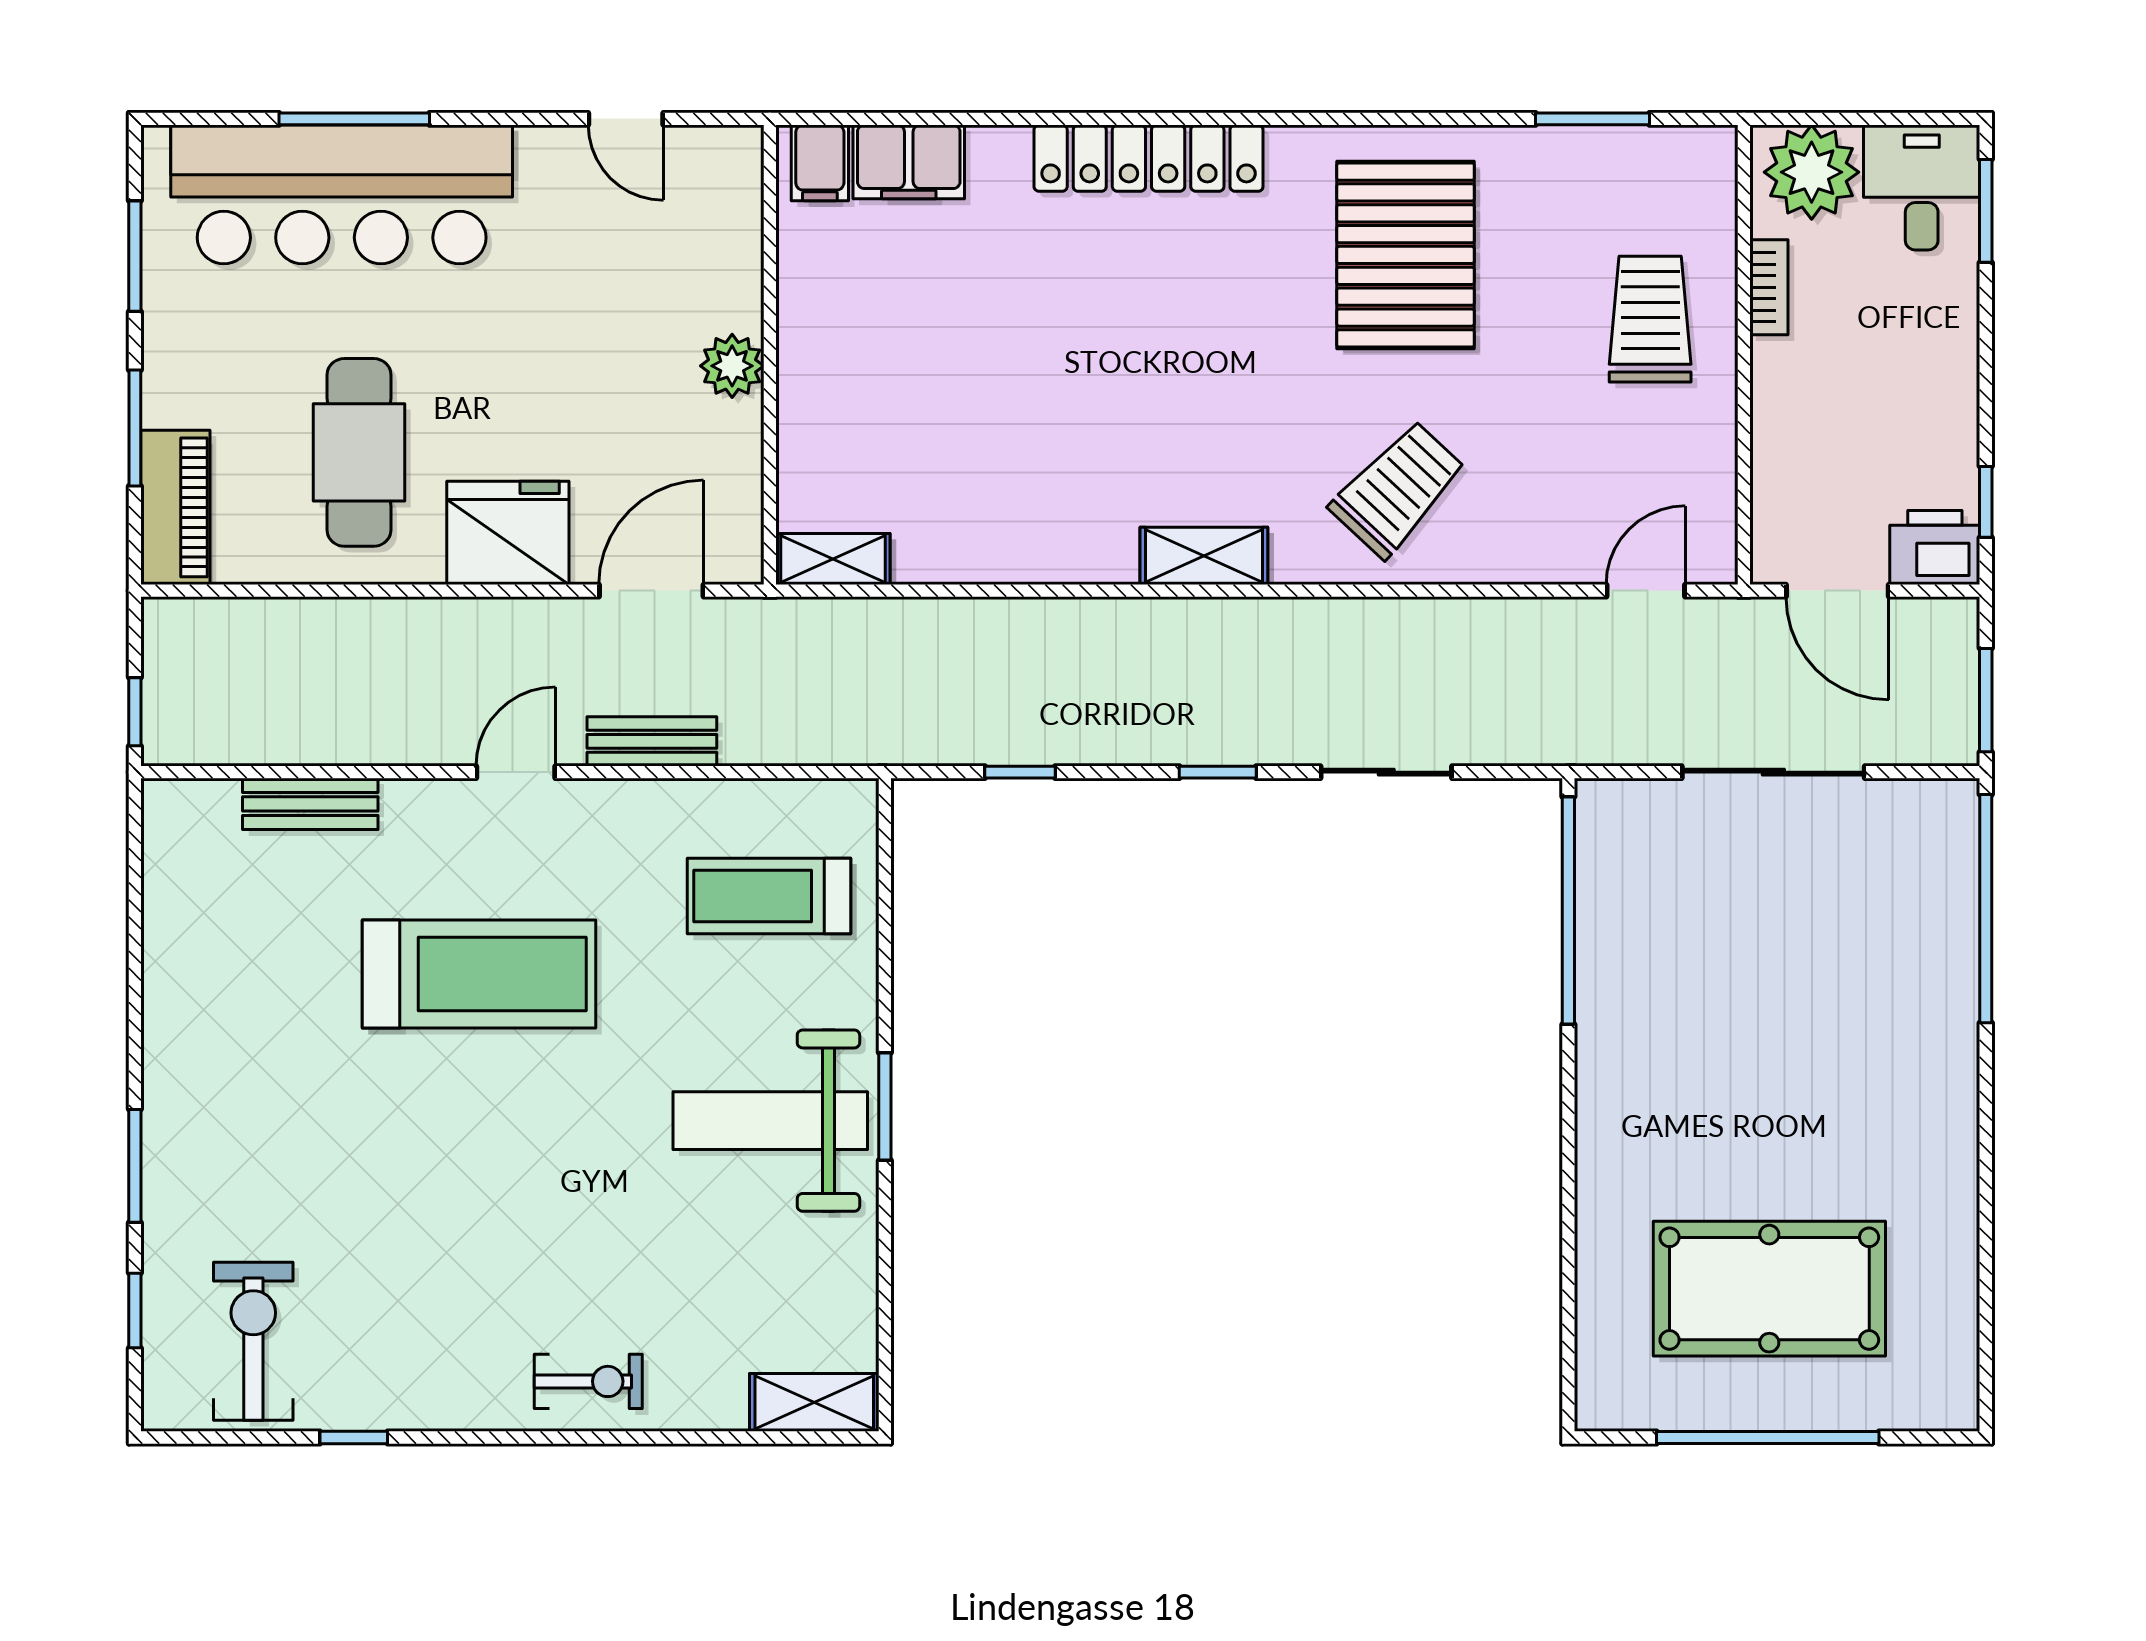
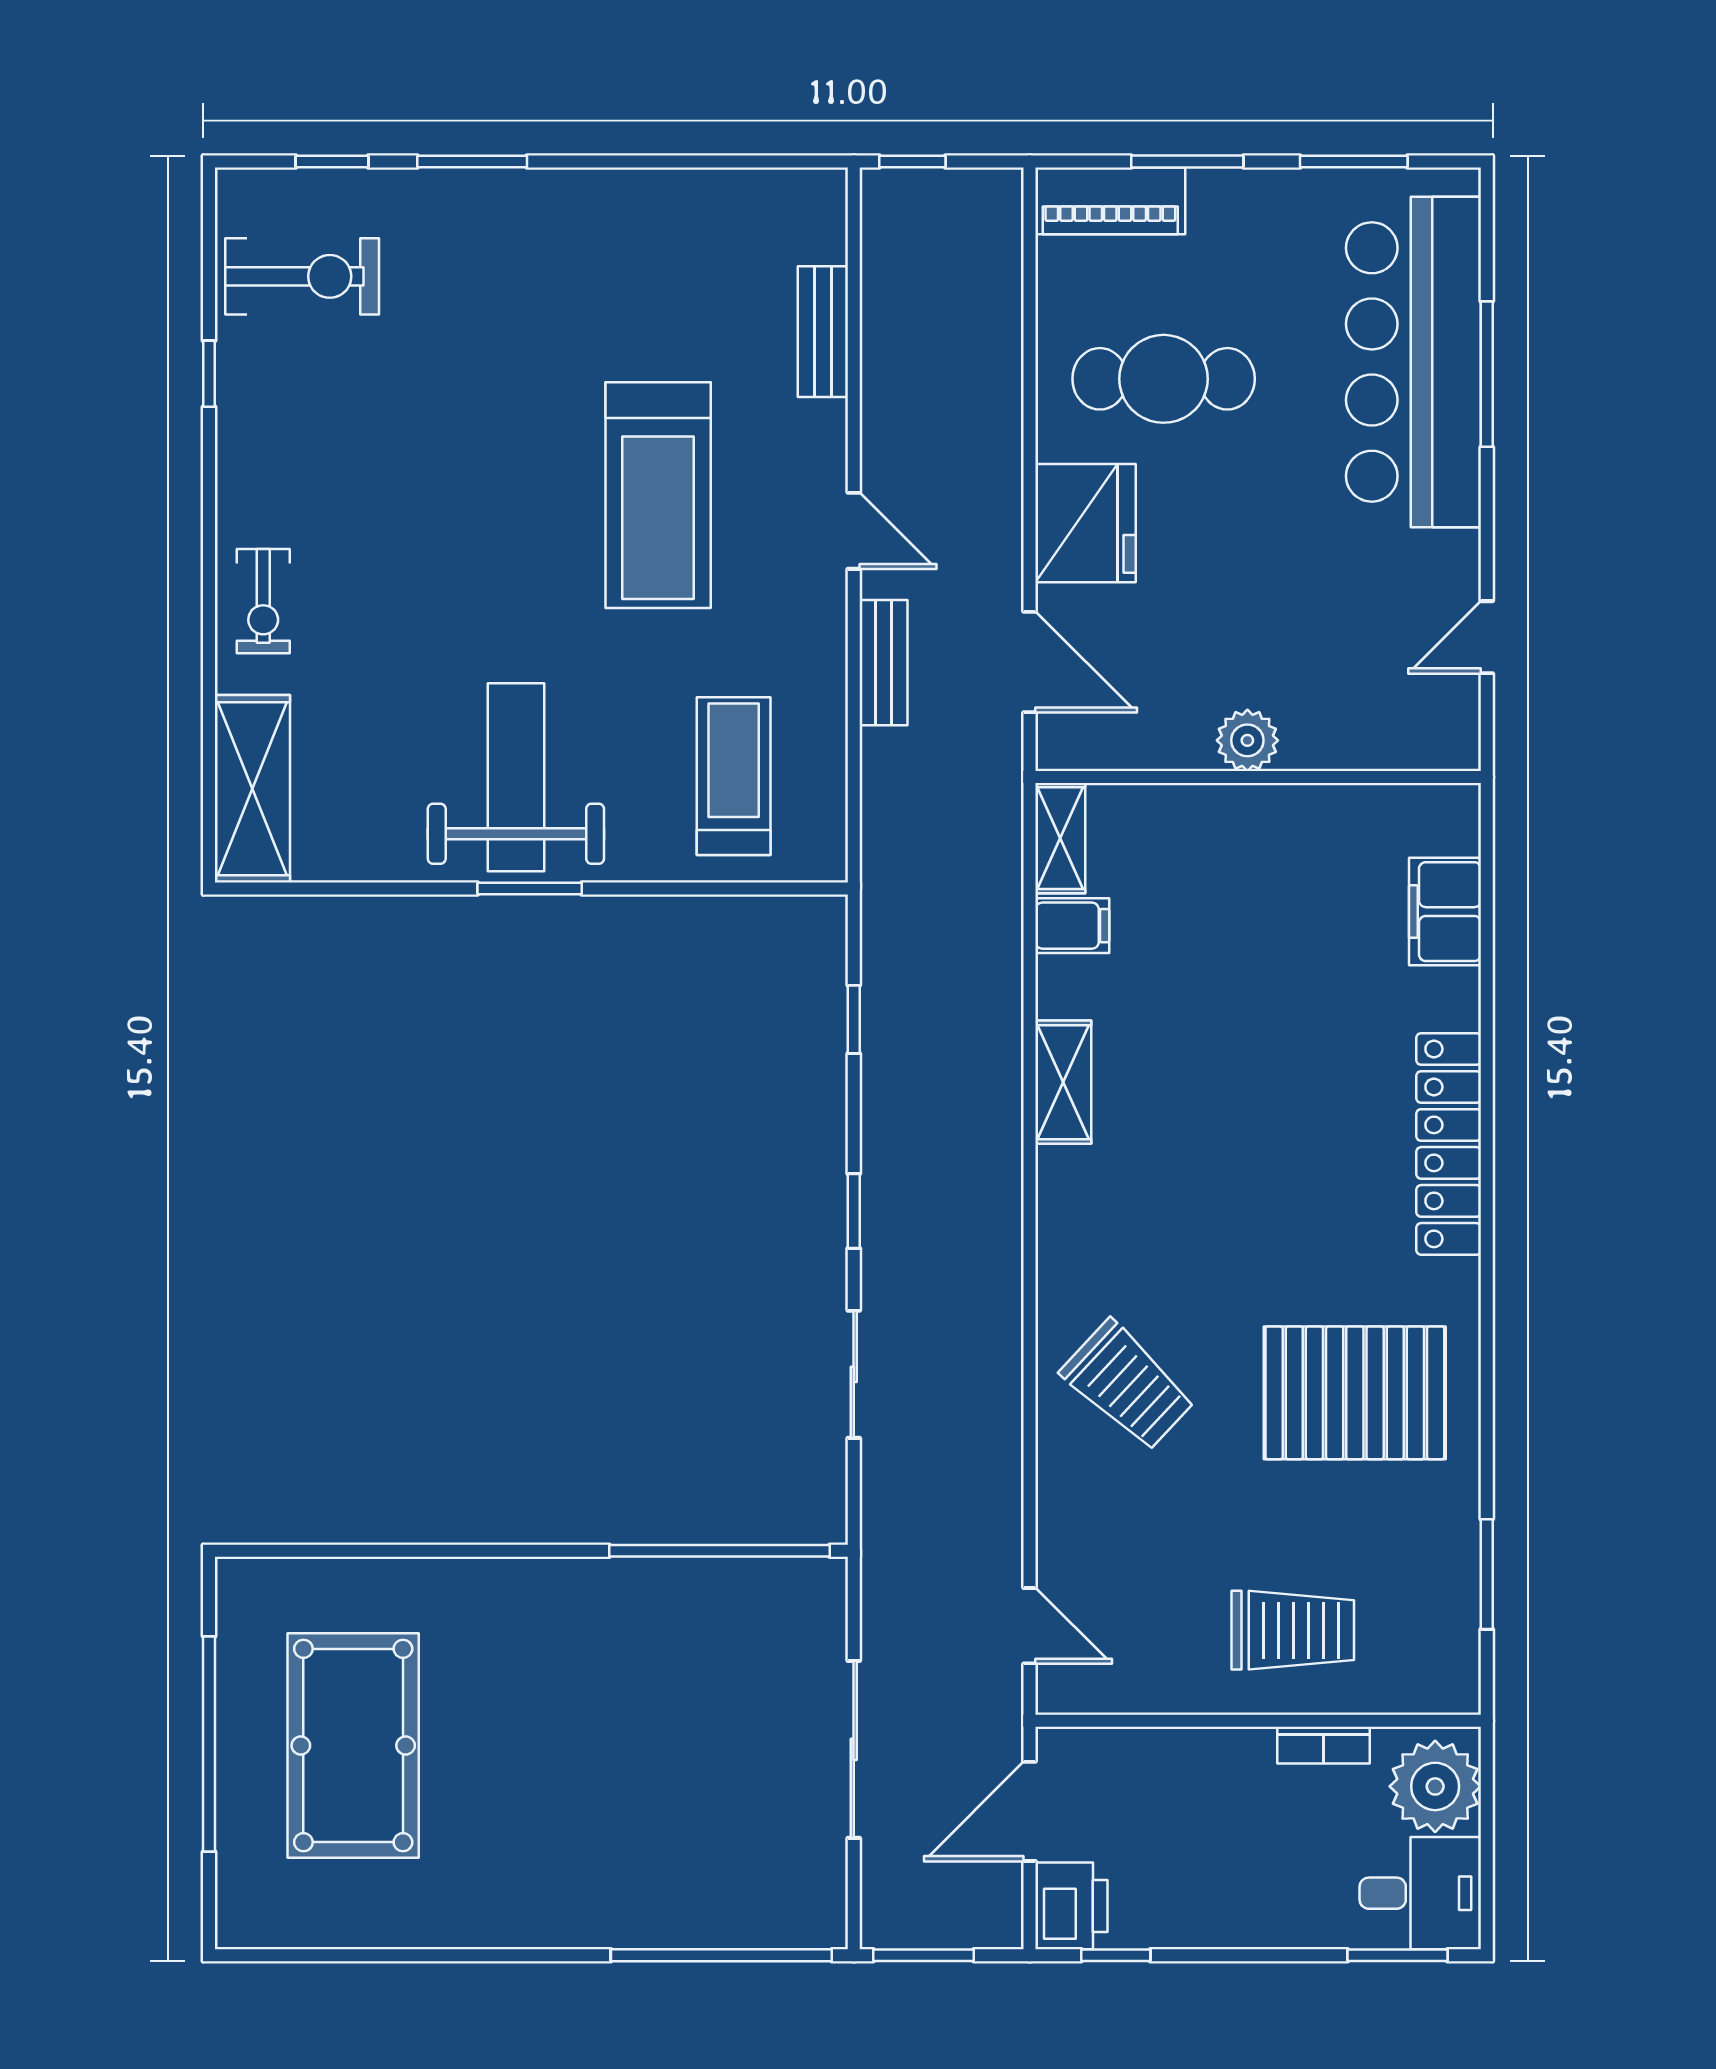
filing cabinet: (820, 163) -> (1072, 926), moved, turned 180
shelving: (1204, 556) -> (1063, 1082), moved
shelving: (814, 1402) -> (252, 789), width x1.50, depth x1.33

